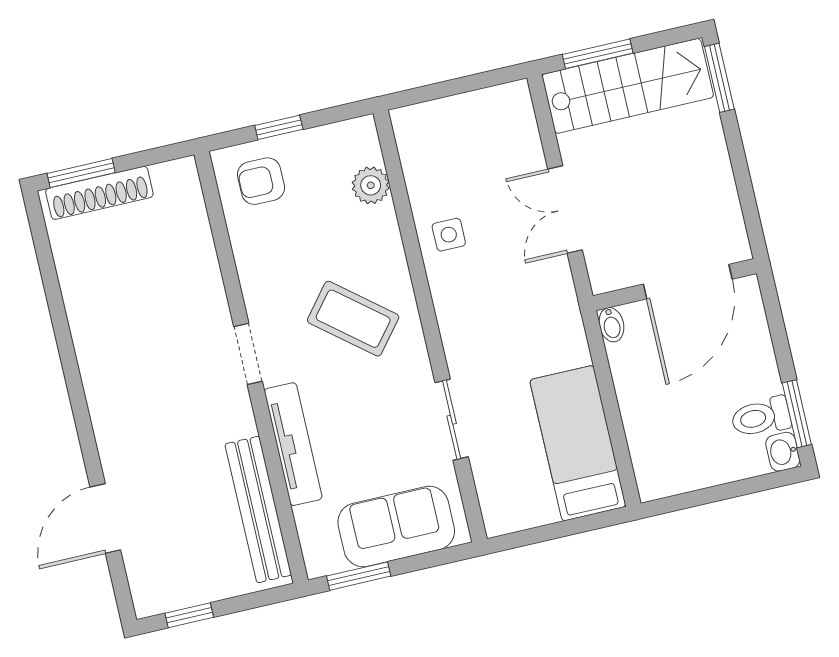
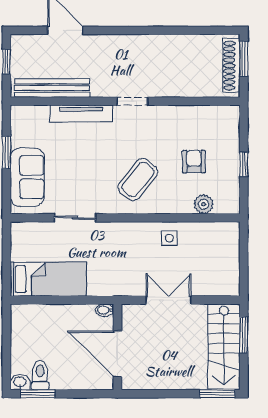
armchair: (261, 181) -> (194, 162), moved
doorway: (248, 354) -> (132, 101), moved
wall: (251, 367) -> (125, 101), moved
tv unit: (293, 444) -> (81, 113), moved
bench: (258, 509) -> (52, 88), moved

